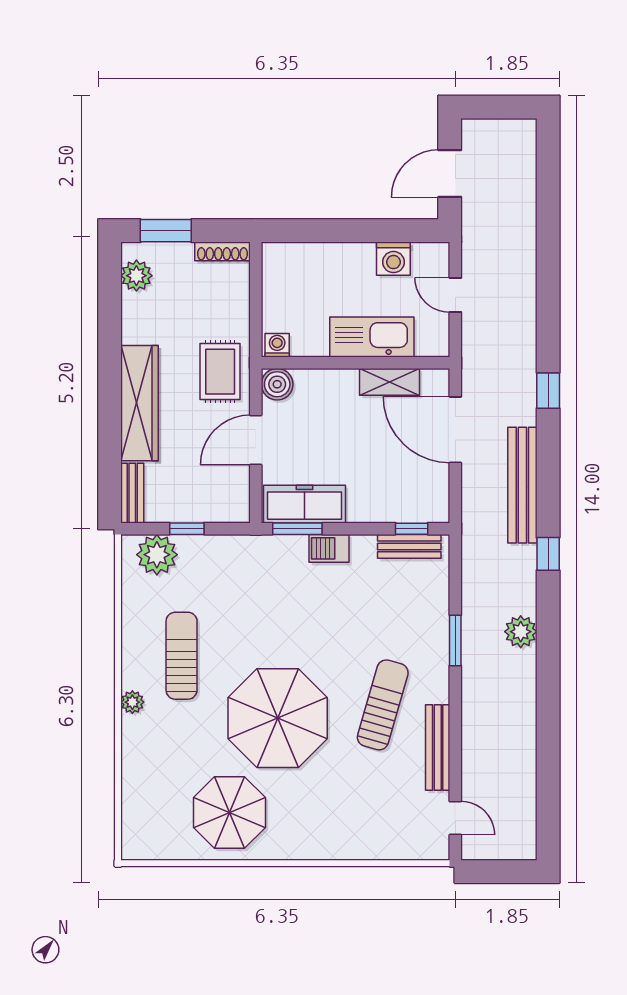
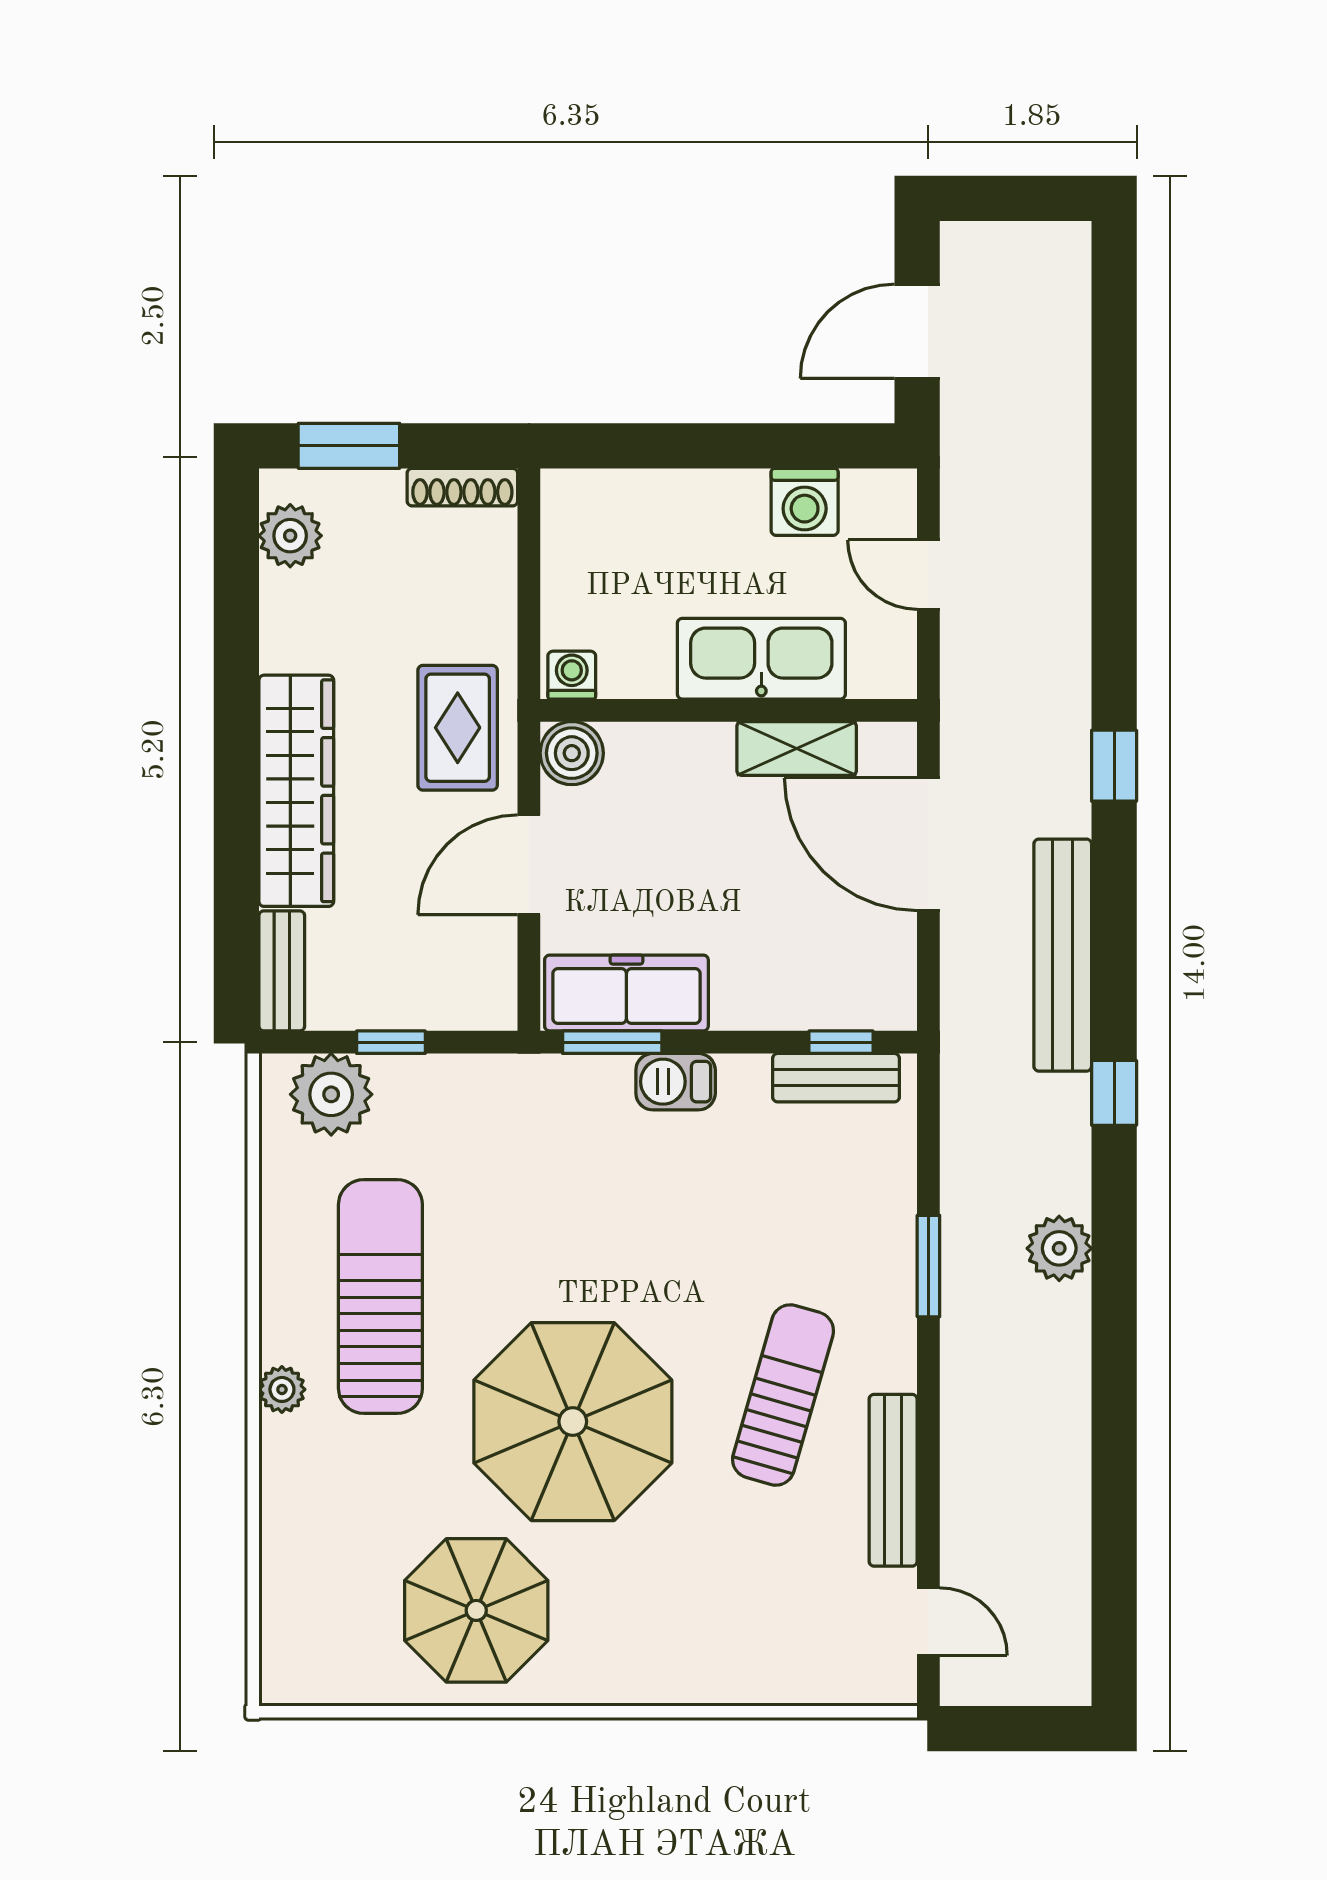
sun lounger: (182, 656) -> (380, 1296), width x1.36, depth x1.34

